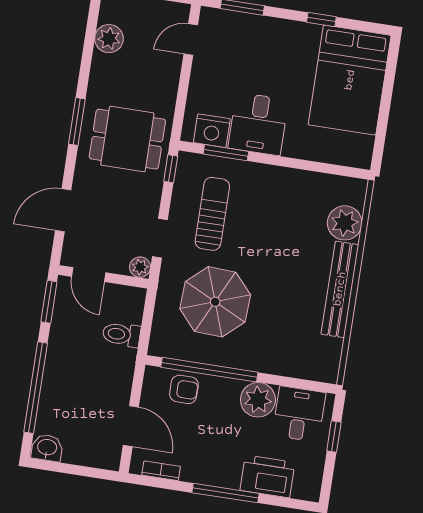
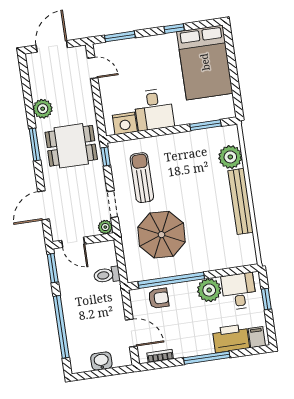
plant: (109, 39) -> (43, 109), moved
door: (191, 39) -> (93, 68), swing flipped
window: (226, 153) -> (206, 125), moved
washbasin: (47, 448) -> (101, 361), moved
filing cabinet: (304, 486) -> (257, 337), added

